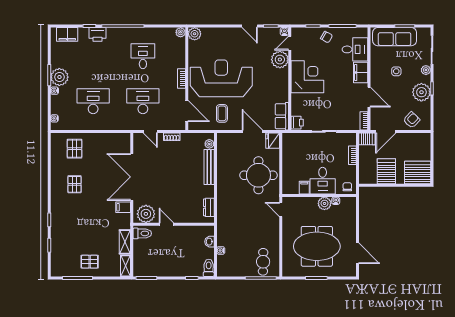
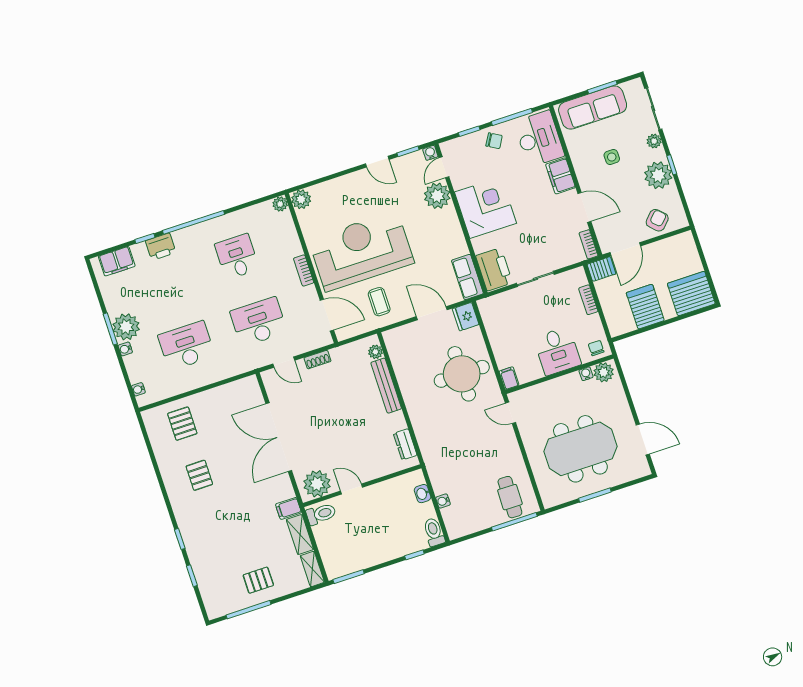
desk: (355, 49) -> (539, 139), width x1.37
printer: (297, 123) -> (494, 269), width x1.87, depth x1.48
filing cabinet: (304, 188) -> (509, 378), moved
plant: (324, 203) -> (604, 372), moved
filing cabinet: (123, 207) -> (288, 508), moved

